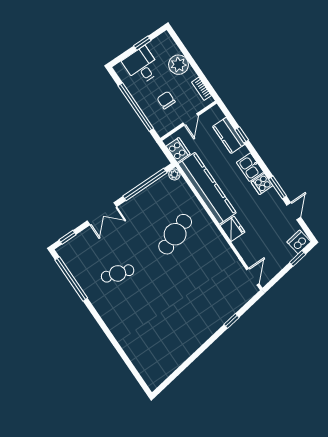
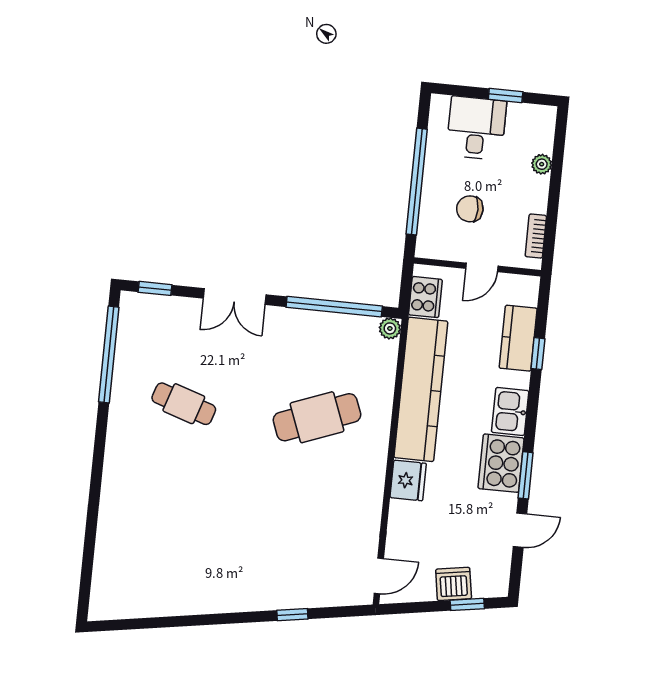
plant: (179, 65) -> (542, 164), width x0.53, depth x0.53
chair: (166, 100) -> (470, 209), turned -90
cooker: (262, 184) -> (501, 463), width x1.87, depth x1.31
dishwasher: (299, 242) -> (454, 584), moved

